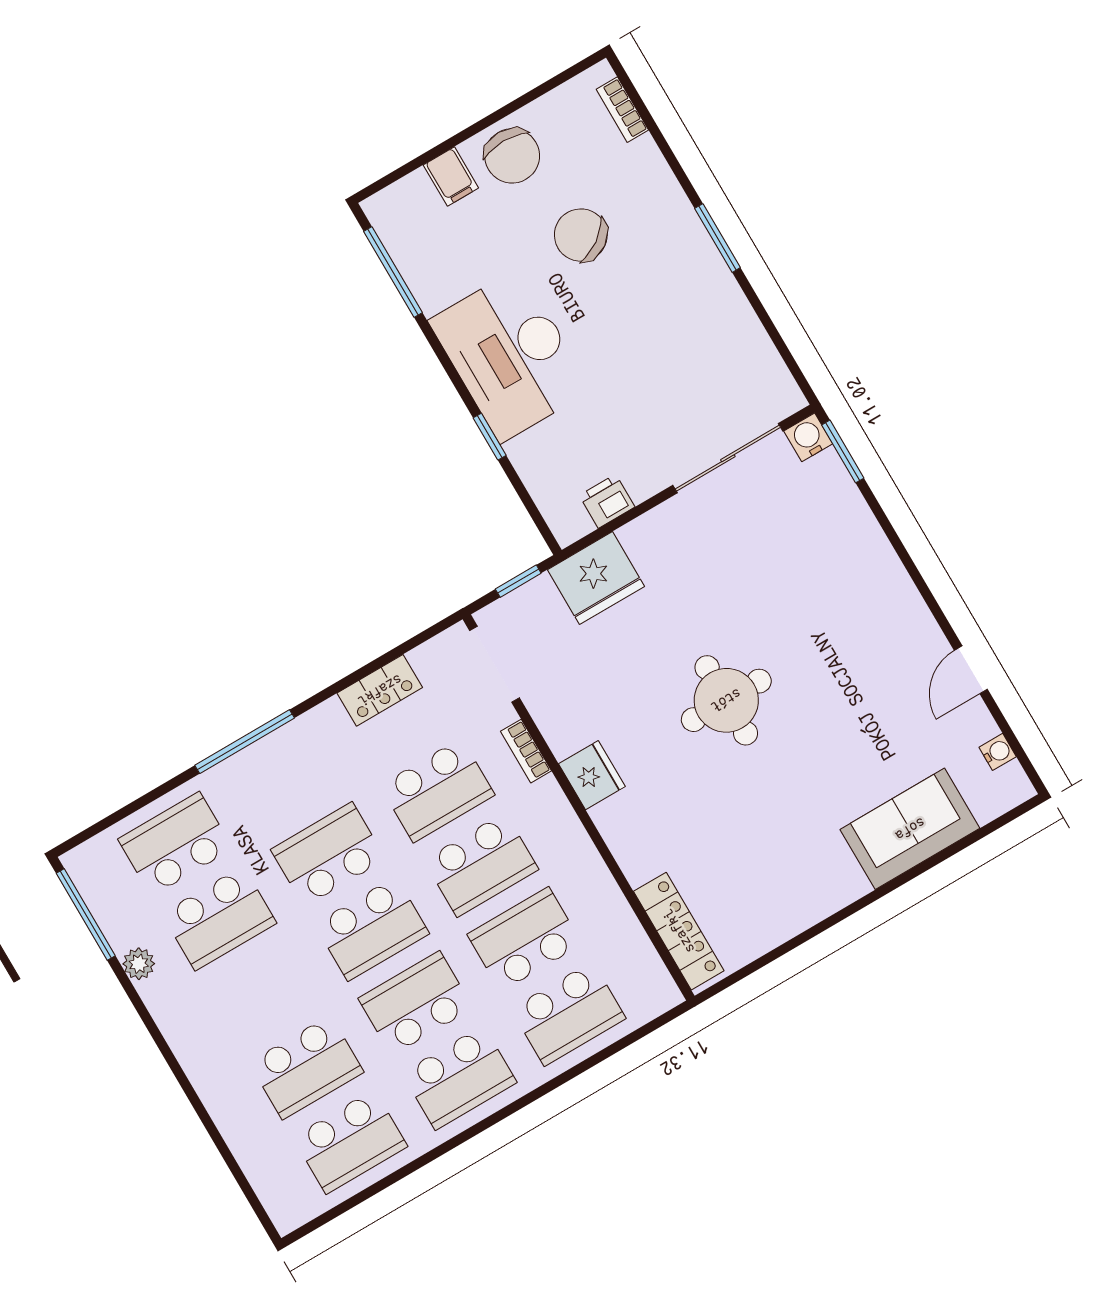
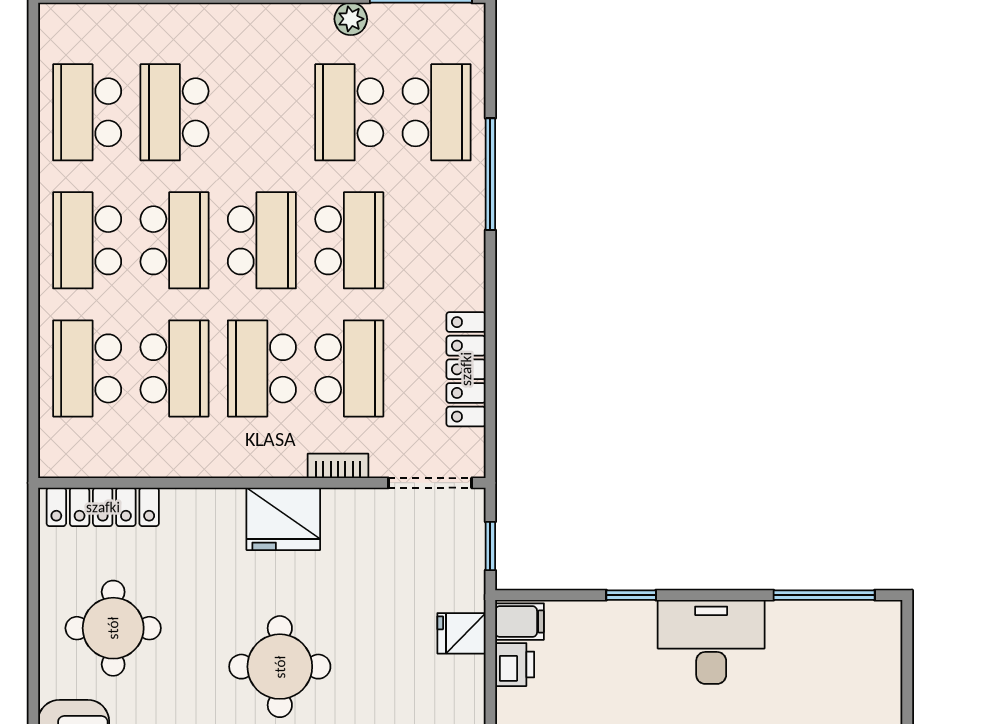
filing cabinet: (451, 176) -> (520, 622), moved, turned 180
desk: (510, 355) -> (711, 642), width x0.73, depth x0.77
fridge: (596, 578) -> (461, 633), width x0.53, depth x0.75
locker: (380, 690) -> (466, 369), width x1.53
window: (245, 742) -> (490, 174), moved
fridge: (592, 775) -> (283, 519), width x1.36, depth x1.34
school desk: (437, 790) -> (349, 368), turned 180
round table: (777, 862) -> (113, 628), added
school desk: (372, 929) -> (262, 240), turned 180

